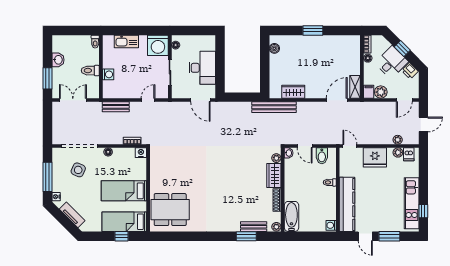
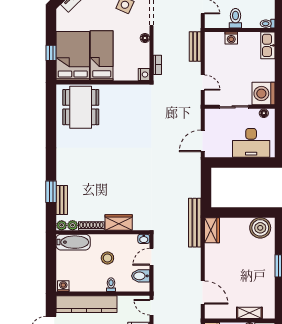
kitchen sink: (126, 41) -> (268, 45), moved
boiler: (274, 48) -> (260, 228), width x1.86, depth x1.86
desk: (202, 68) -> (251, 143), moved
shelving: (355, 87) -> (249, 313), moved
wardrobe: (293, 92) -> (212, 230), moved
door: (350, 146) -> (152, 307), swing flipped
plant: (276, 158) -> (73, 225), moved
stool: (306, 186) -> (107, 258), added
bed: (124, 222) -> (73, 56), width x1.50

